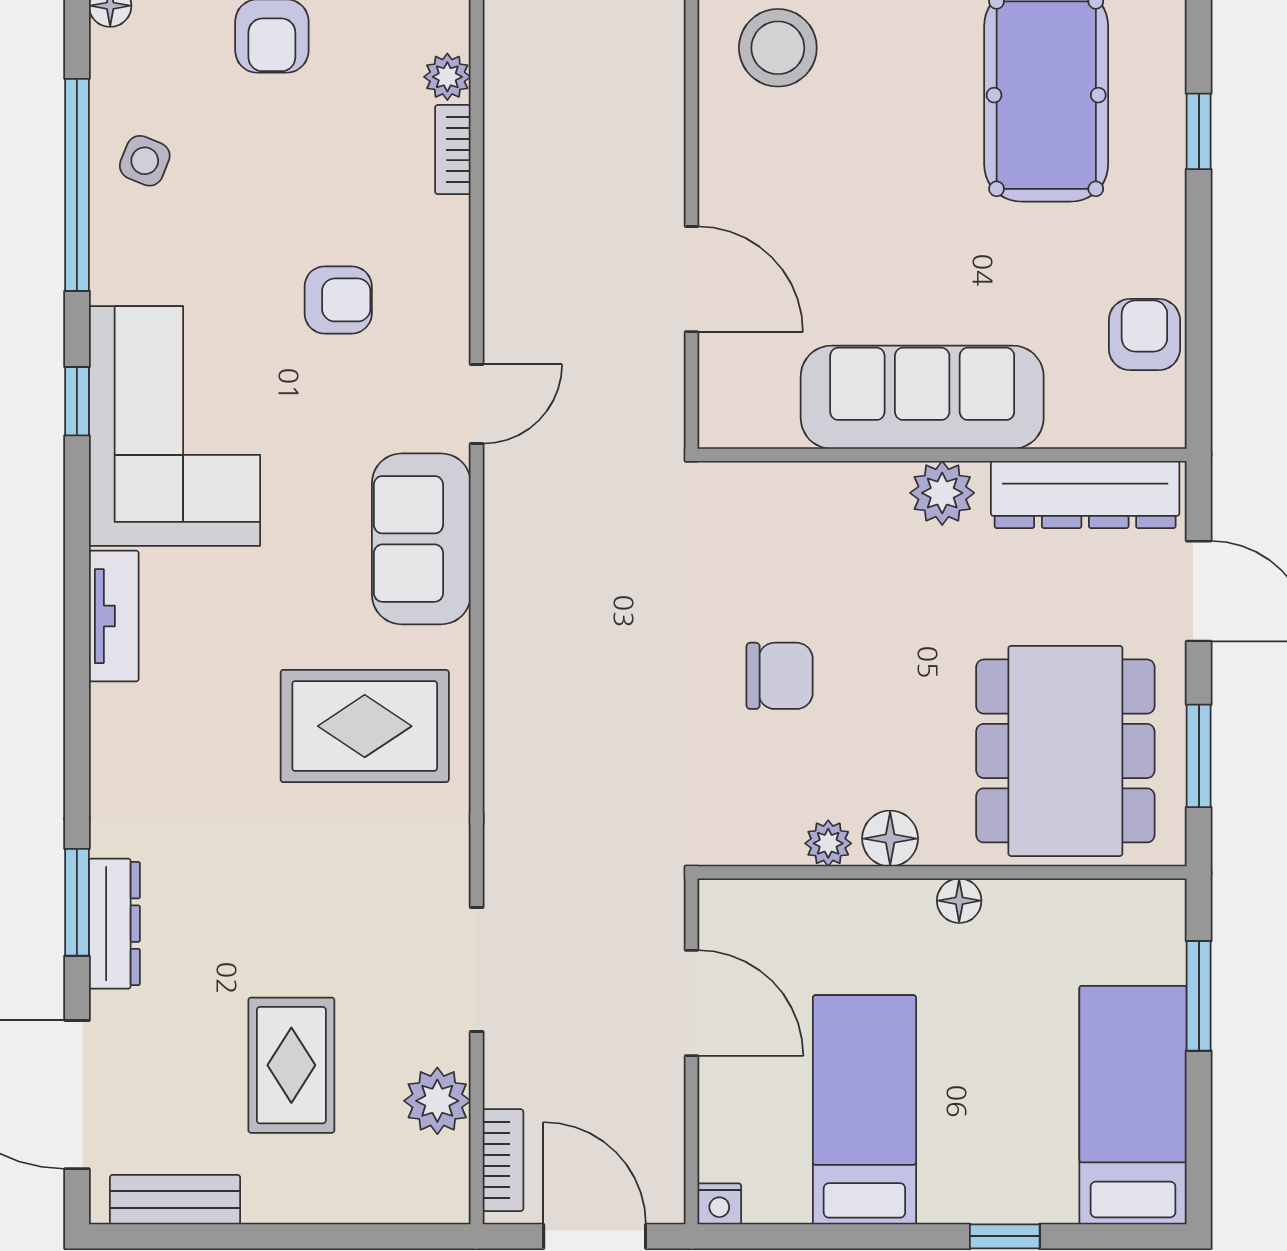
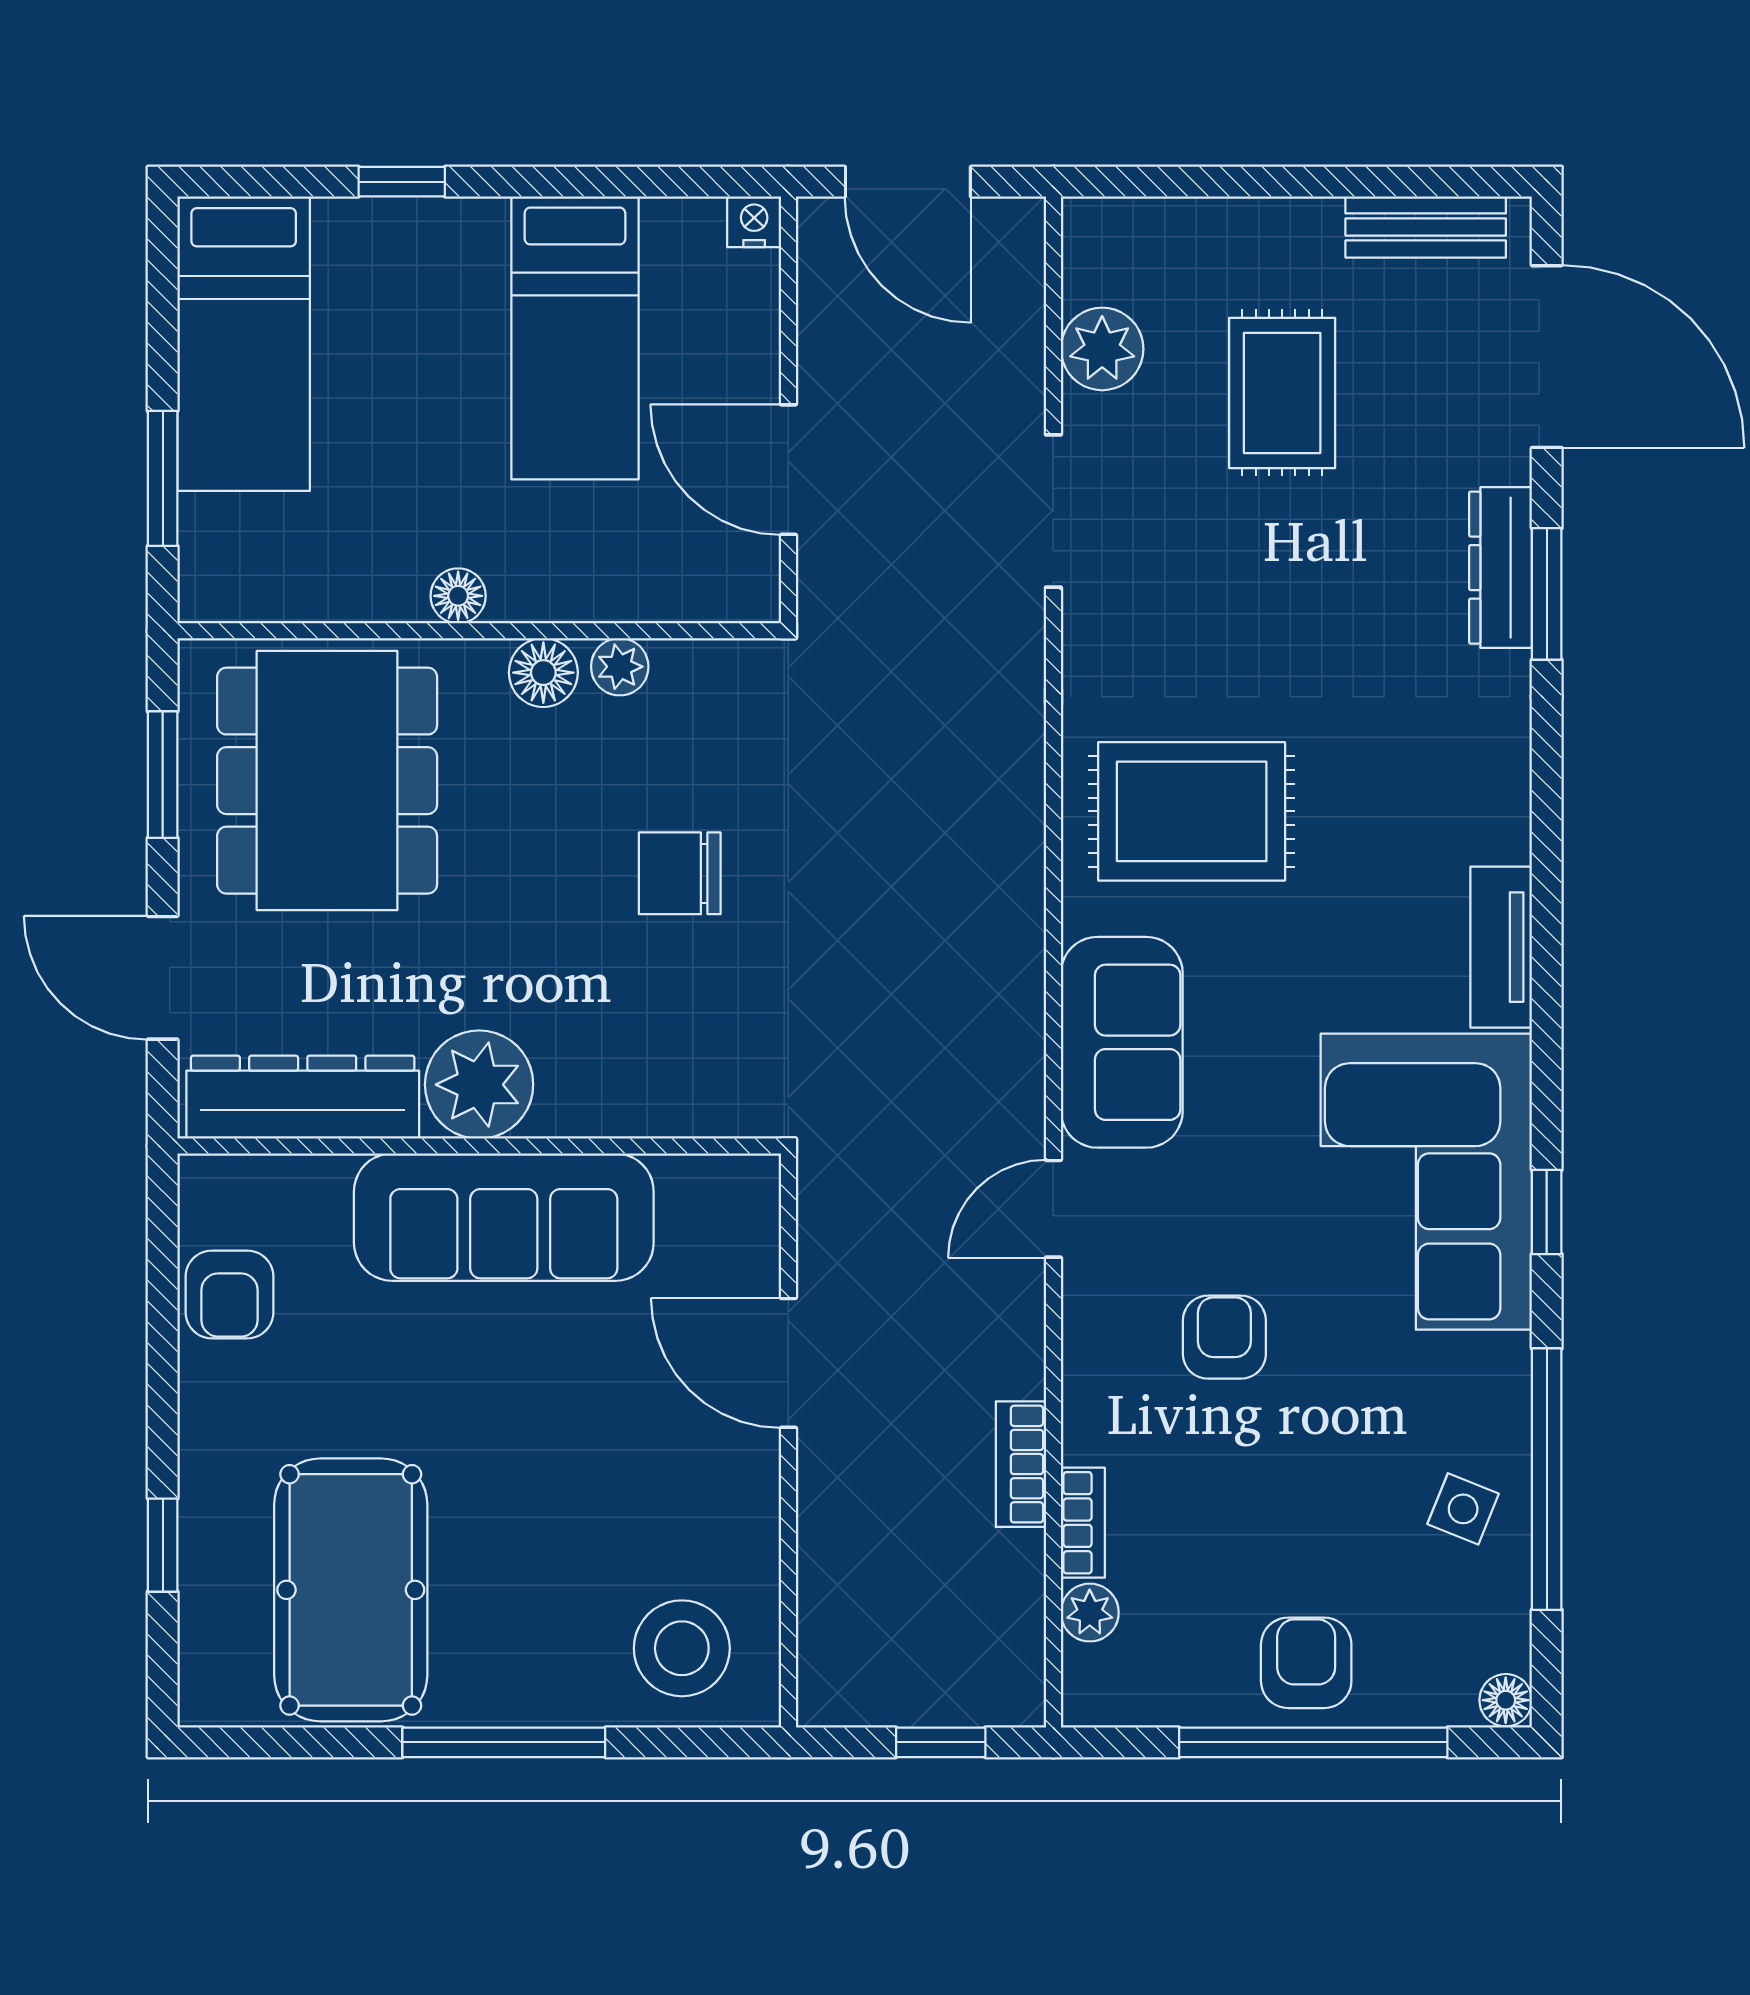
armchair: (338, 300) -> (1224, 1337), turned 90
plant: (942, 493) -> (479, 1085), width x1.36, depth x1.36
bookcase: (503, 1160) -> (1021, 1464), moved

